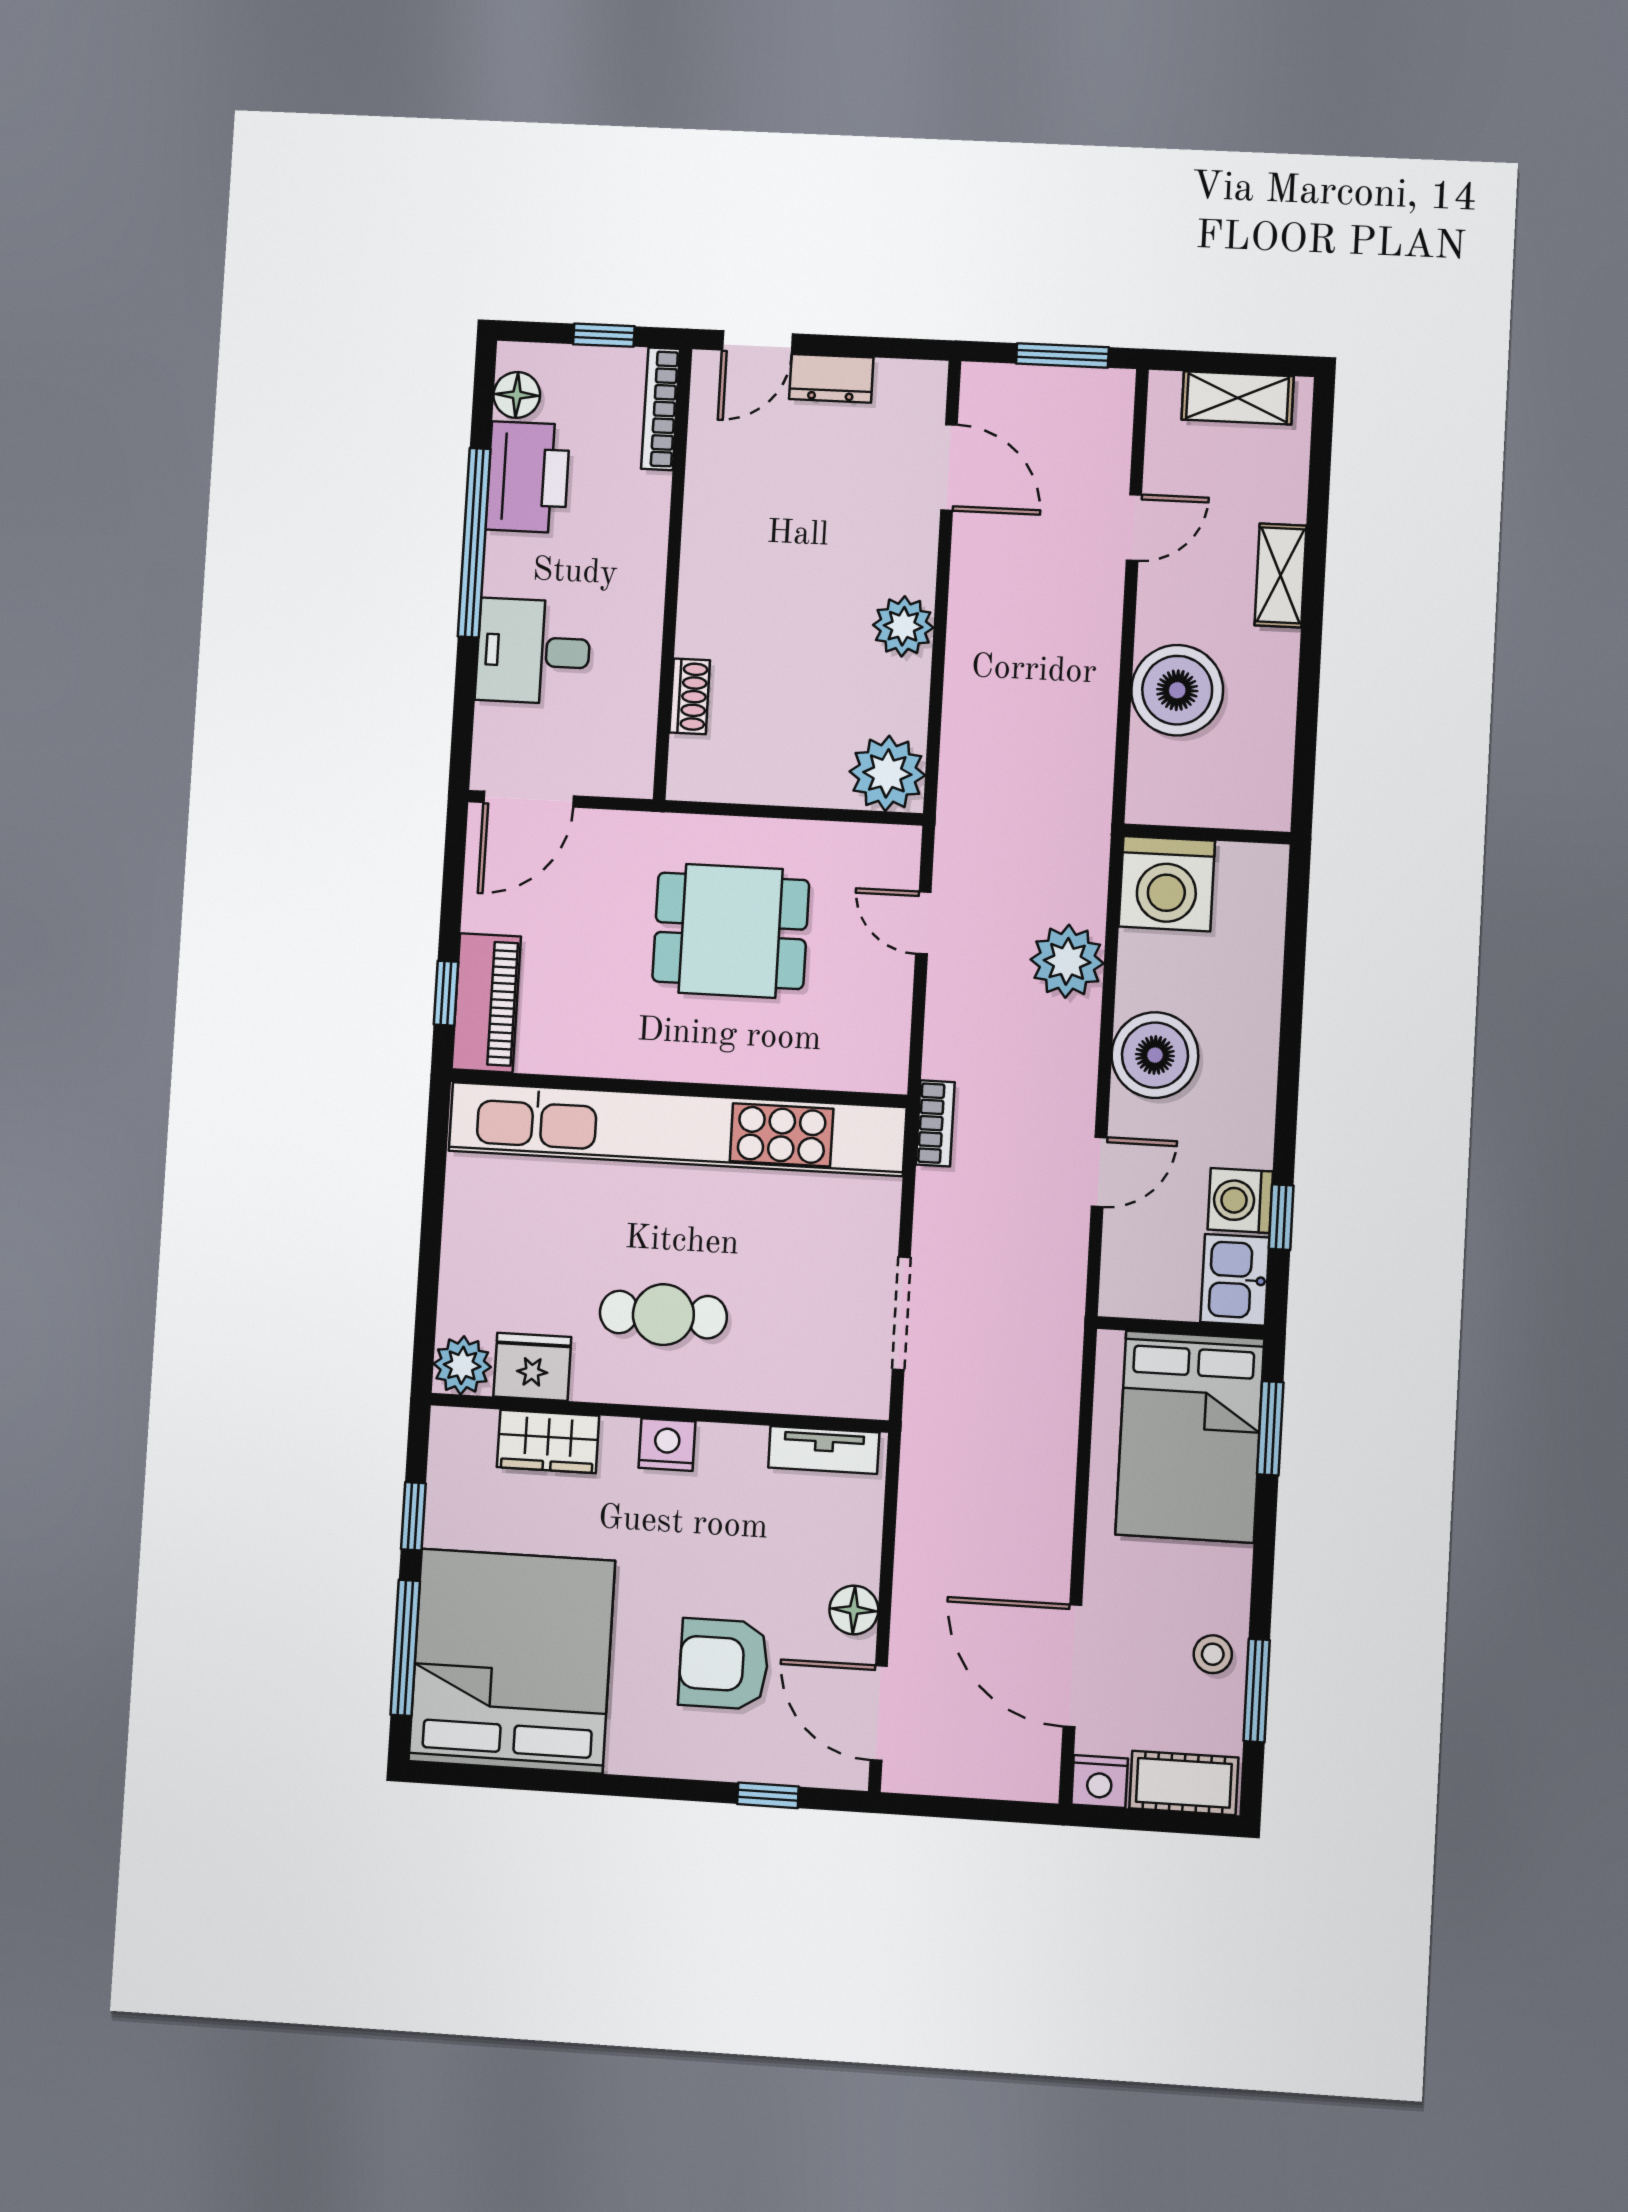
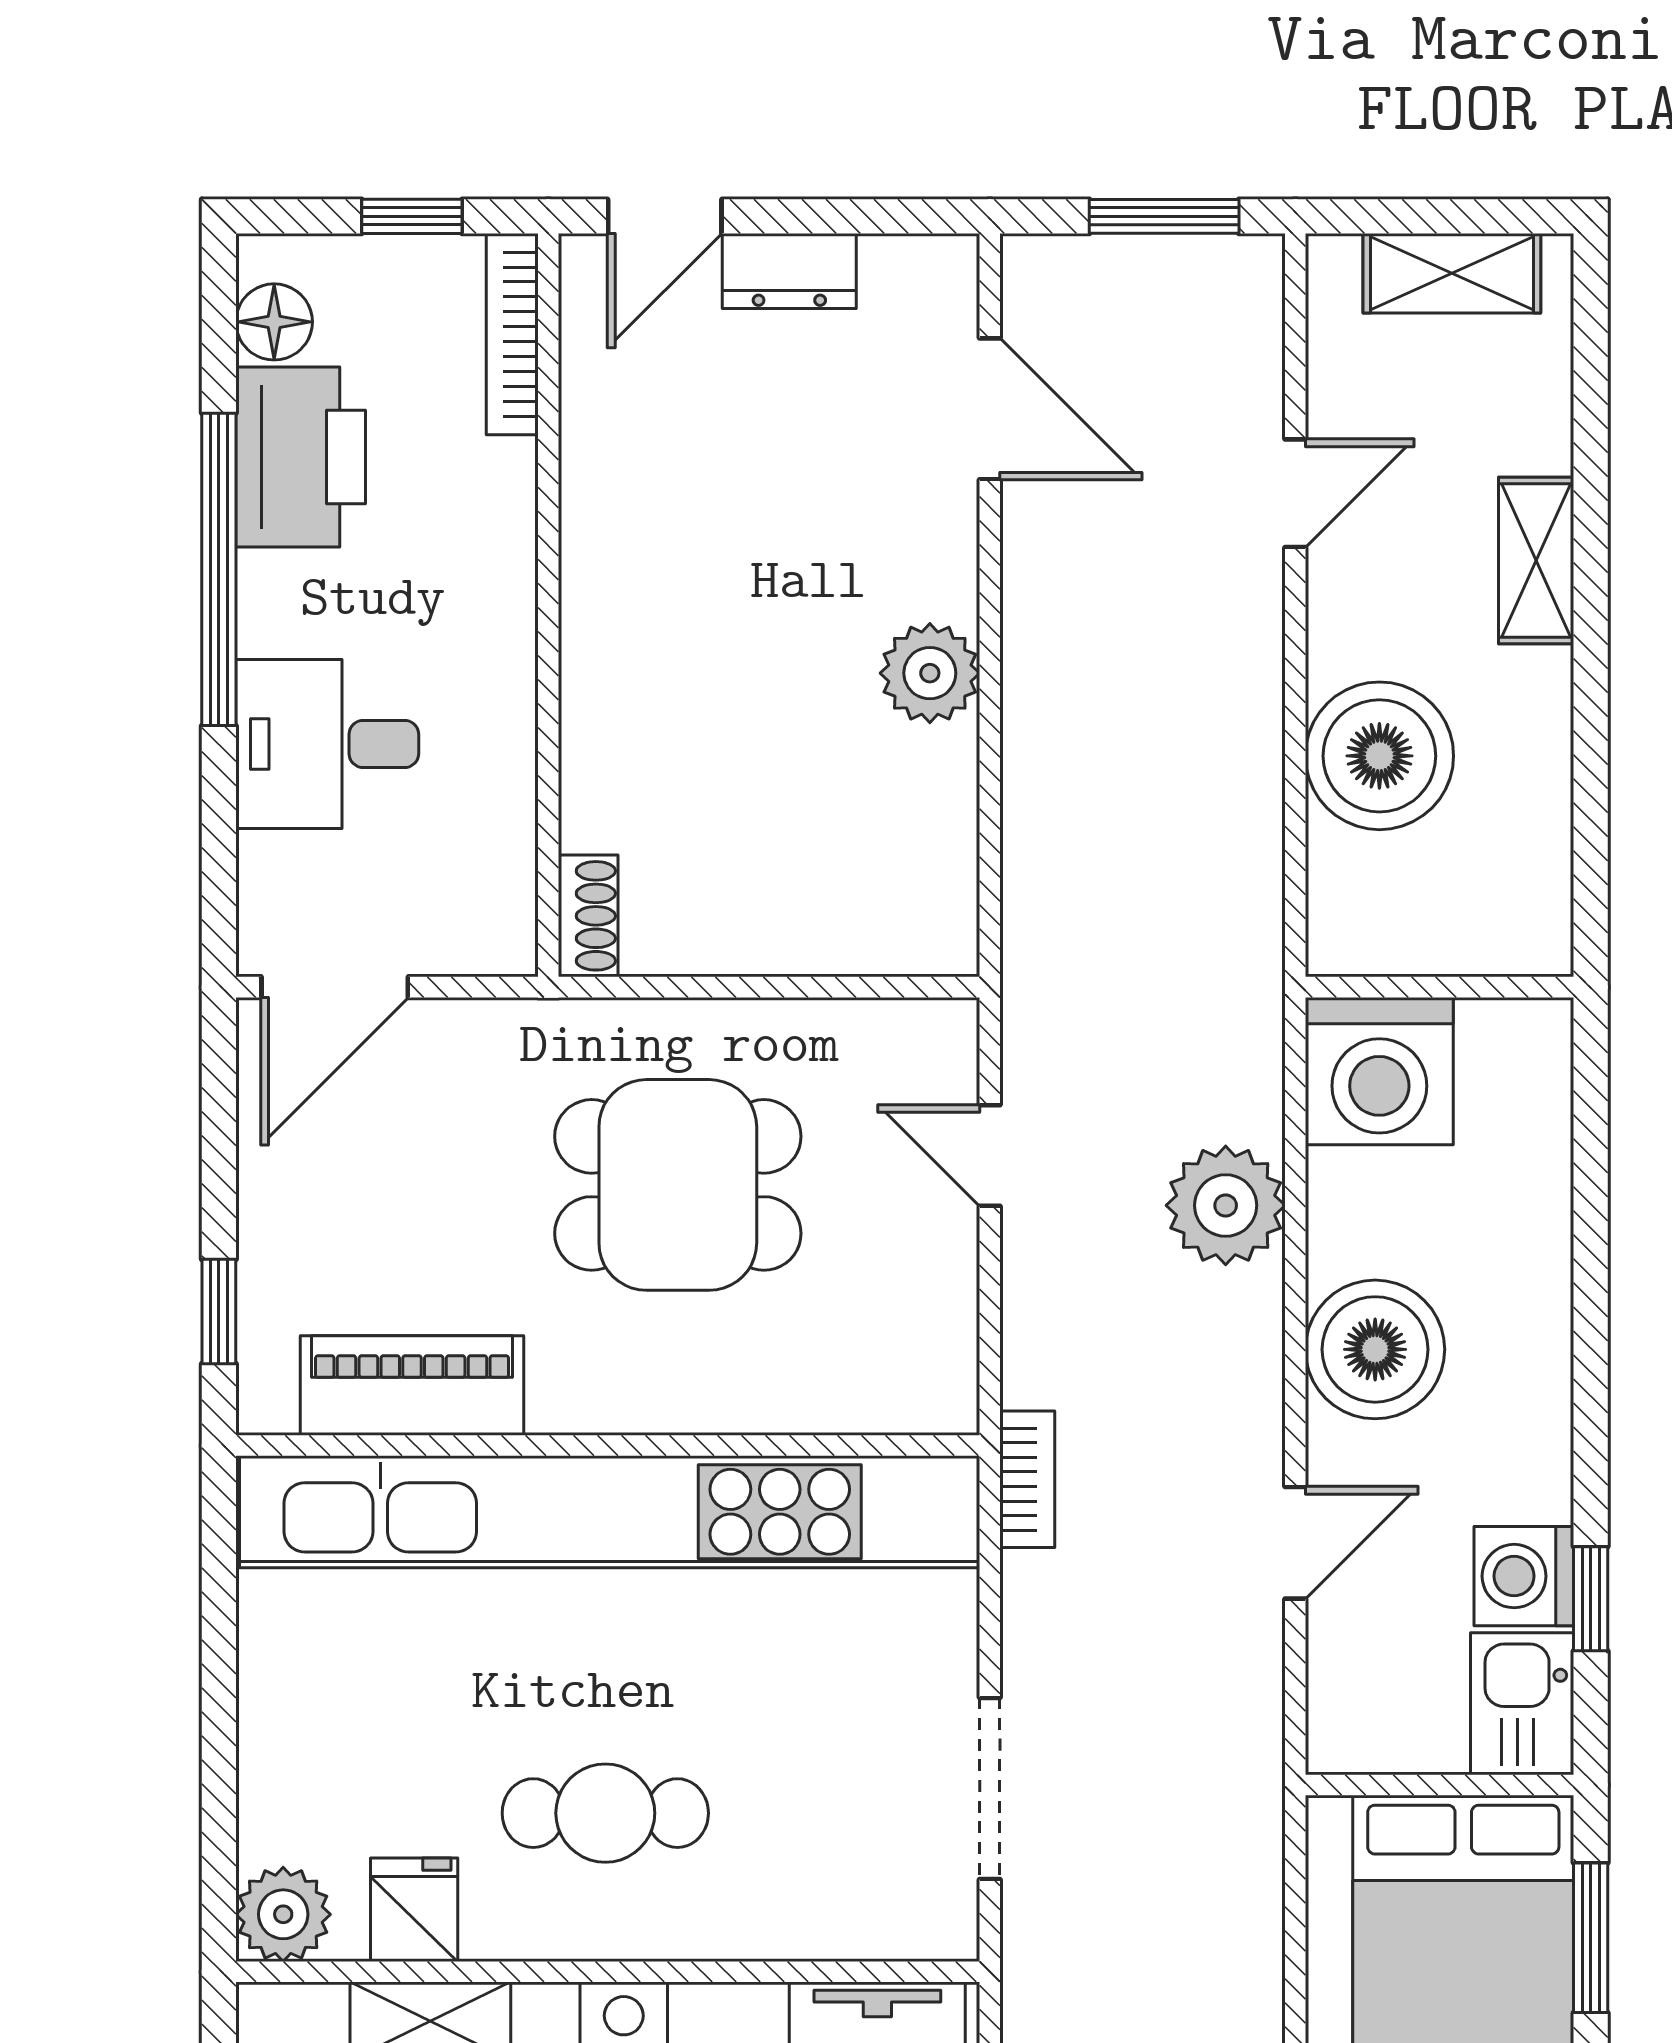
shoe rack: (690, 696) -> (588, 916), moved
plant: (887, 773) -> (918, 915), removed
piano: (486, 1003) -> (412, 1385), moved, turned -90
fridge: (532, 1367) -> (414, 1910), width x0.72

